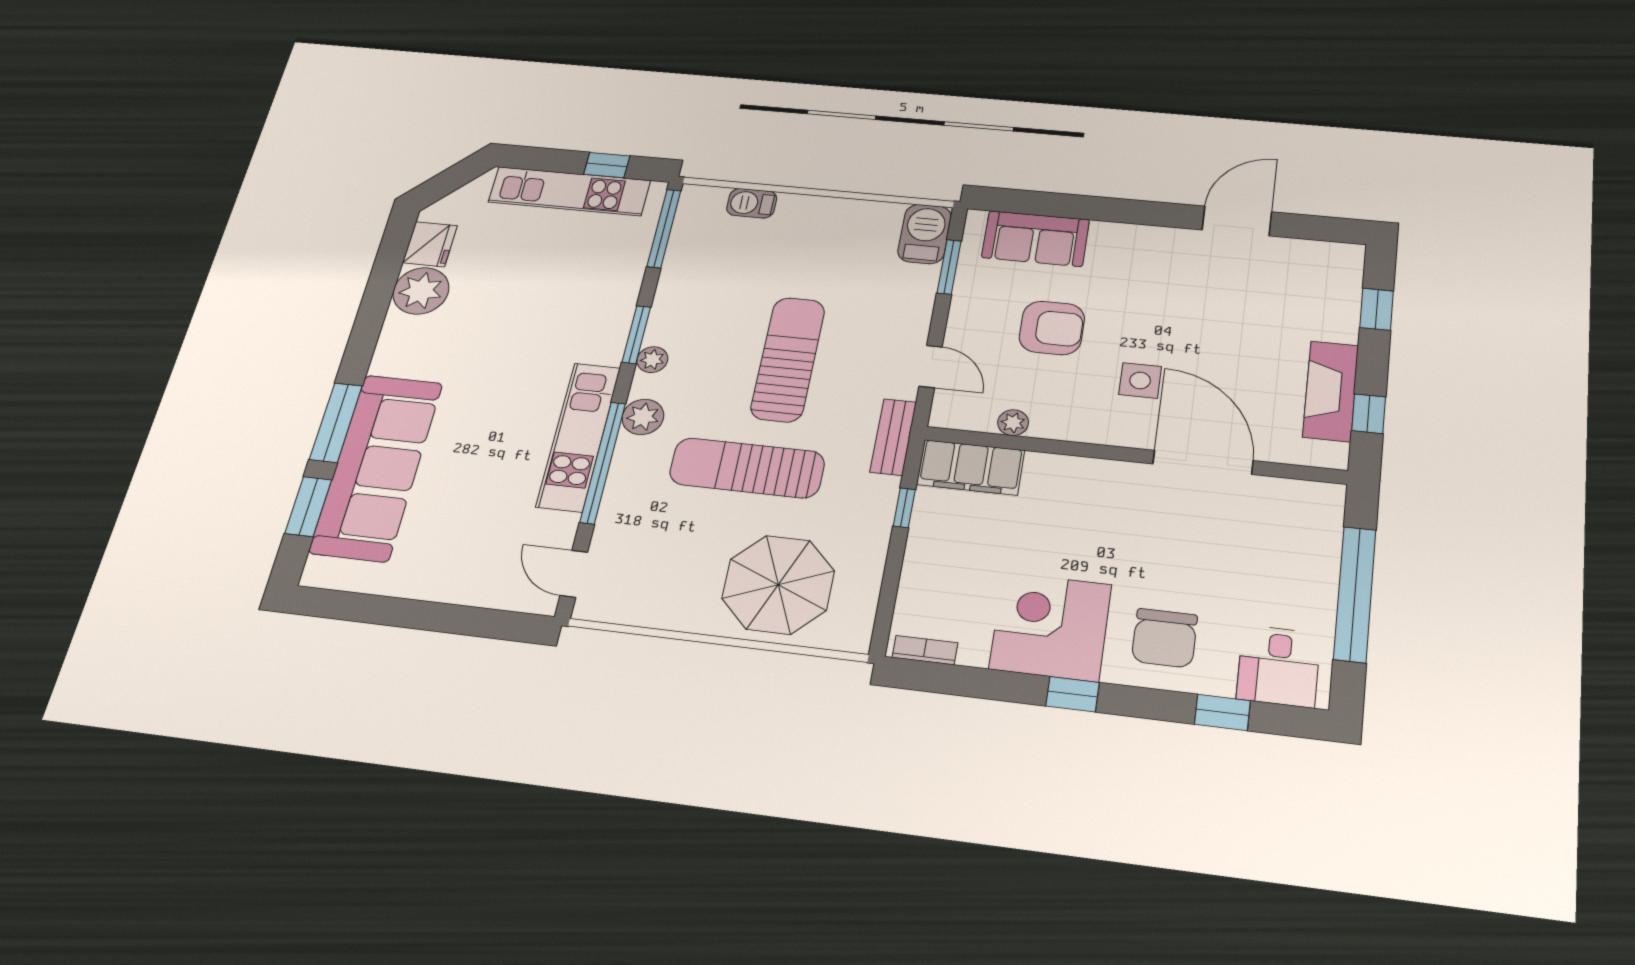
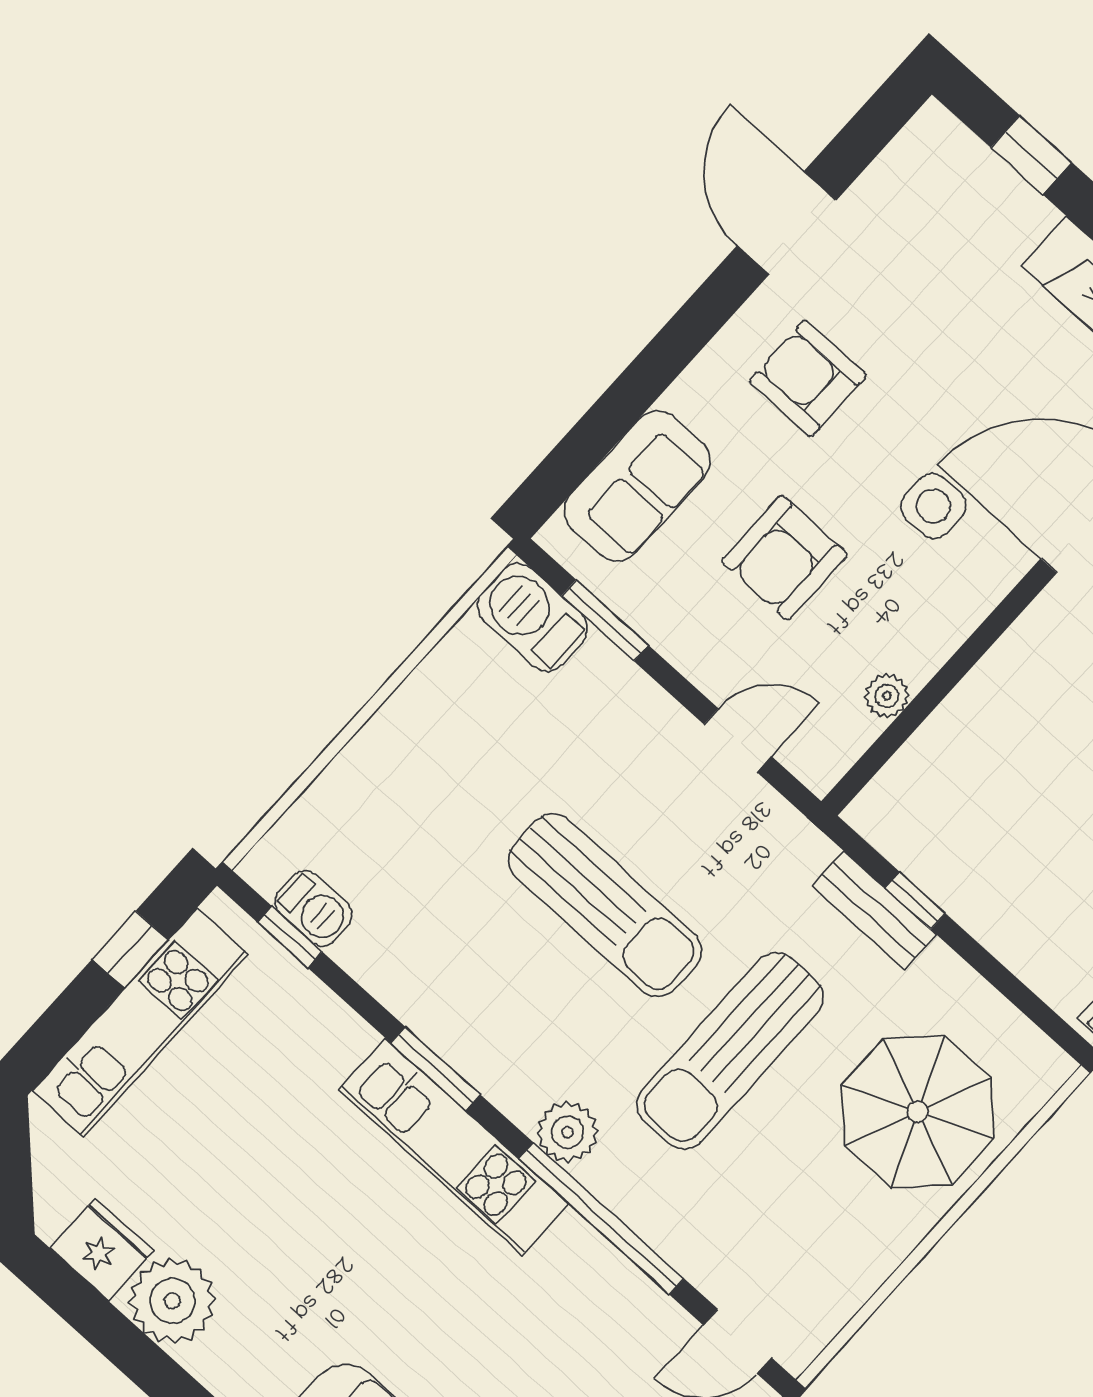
barbecue: (752, 203) -> (314, 908), moved, turned -90
window: (664, 228) -> (290, 937), width x0.46
armchair: (1161, 280) -> (808, 378), added
armchair: (1052, 328) -> (785, 558), turned 180
sun lounger: (788, 359) -> (605, 905), turned 180
plant: (652, 360) -> (489, 1071), removed
kitchen unit: (579, 437) -> (454, 1147), moved
bench: (893, 437) -> (874, 910), moved
filing cabinet: (971, 467) -> (914, 787), removed

